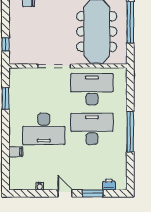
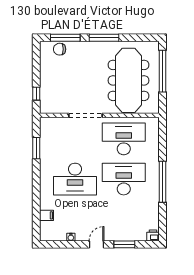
filing cabinet: (16, 152) -> (47, 215), moved
printer: (109, 185) -> (153, 235), moved
door: (65, 193) -> (96, 244), hinge flipped

